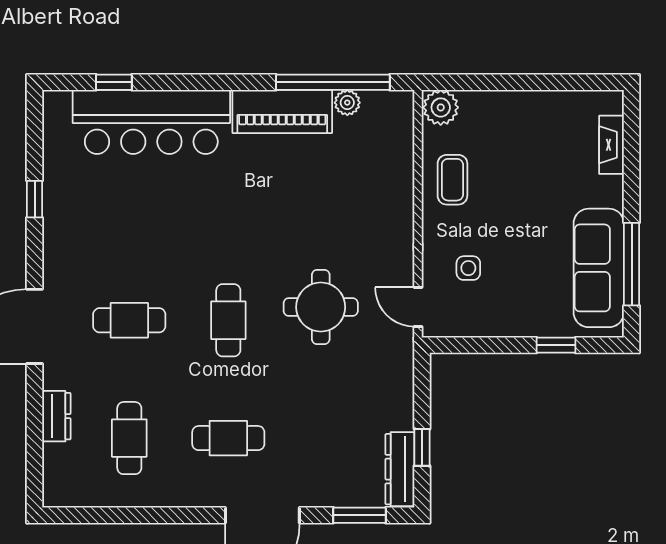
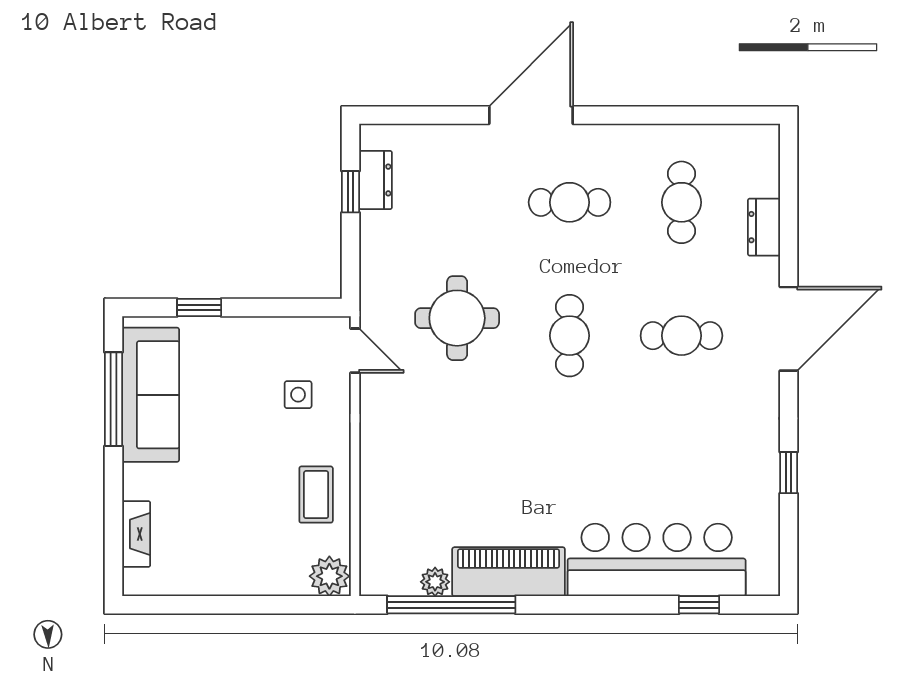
round table: (321, 307) -> (457, 318), moved
dresser: (400, 469) -> (375, 180), width x0.70
window: (359, 515) -> (421, 115), removed

